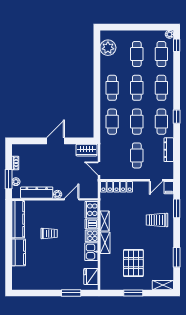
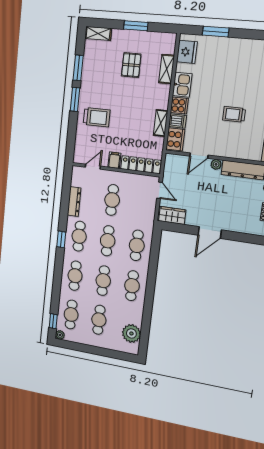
filing cabinet: (169, 188) -> (114, 160), moved
window: (177, 208) -> (75, 99), moved
shelving: (105, 243) -> (167, 69), moved
pallet: (133, 263) -> (131, 65), width x0.67, depth x0.71

